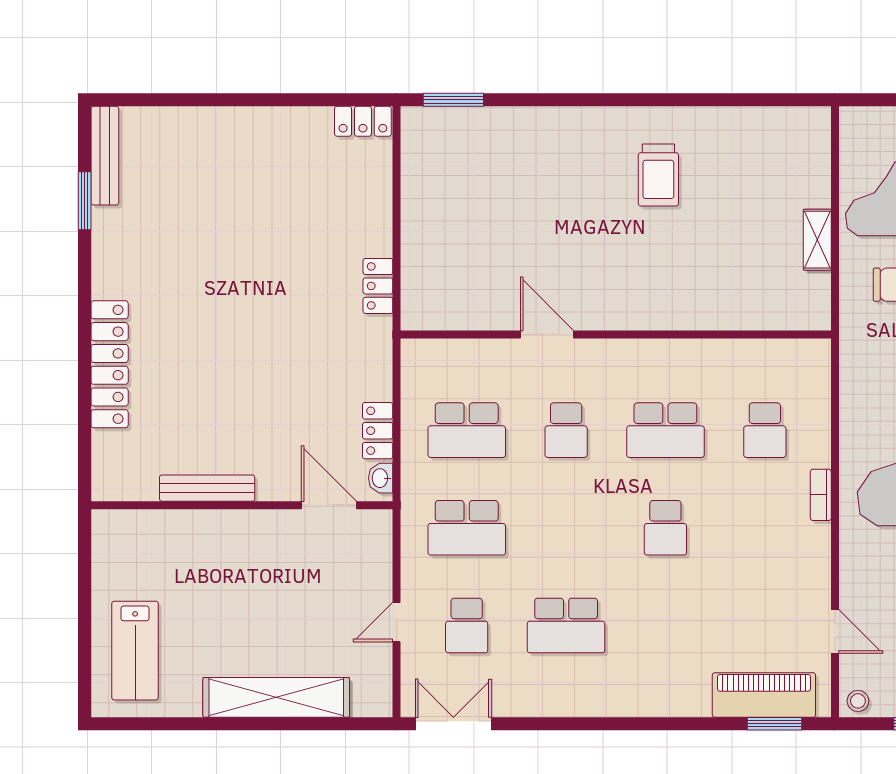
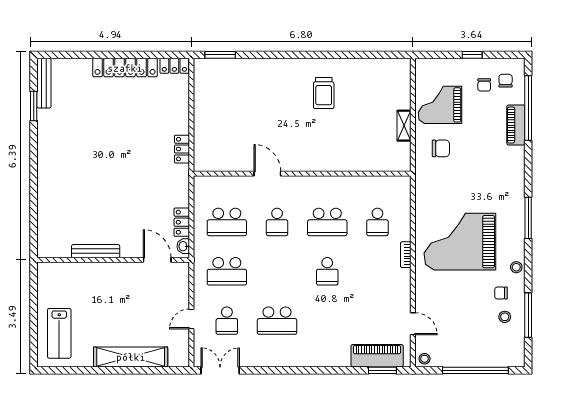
locker: (110, 364) -> (125, 68), moved, turned 90

